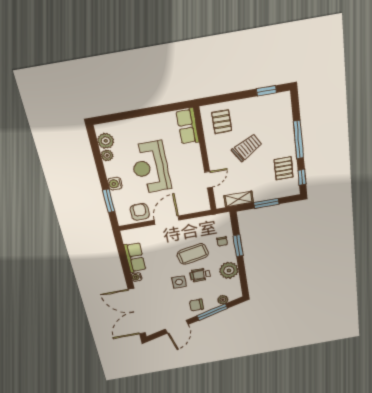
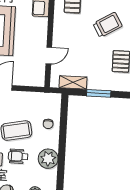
trolley: (247, 148) -> (108, 25), moved
window: (238, 246) -> (63, 133), removed

